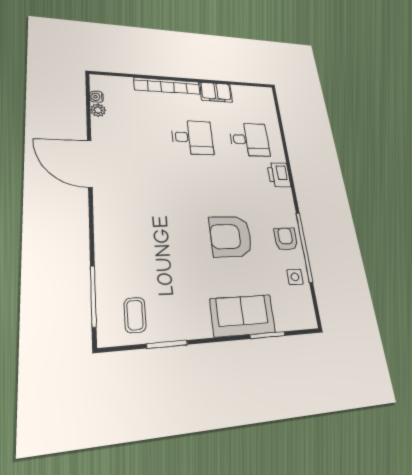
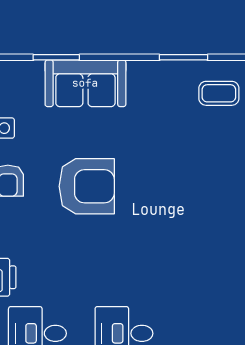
coffee table: (135, 315) -> (219, 93), turned 90

